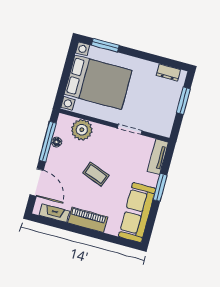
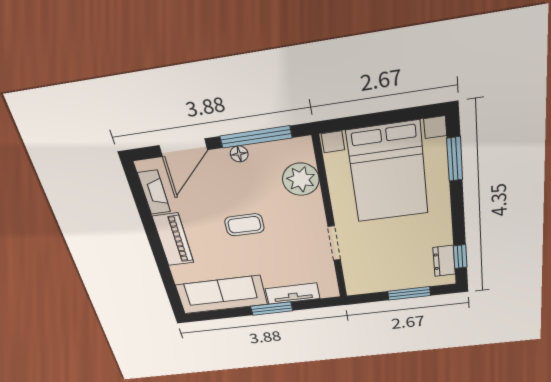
window: (169, 62) -> (460, 257), added
floor lamp: (57, 142) -> (239, 154), moved
tv unit: (158, 157) -> (293, 294), moved
coffee table: (96, 174) -> (244, 225), turned 70

